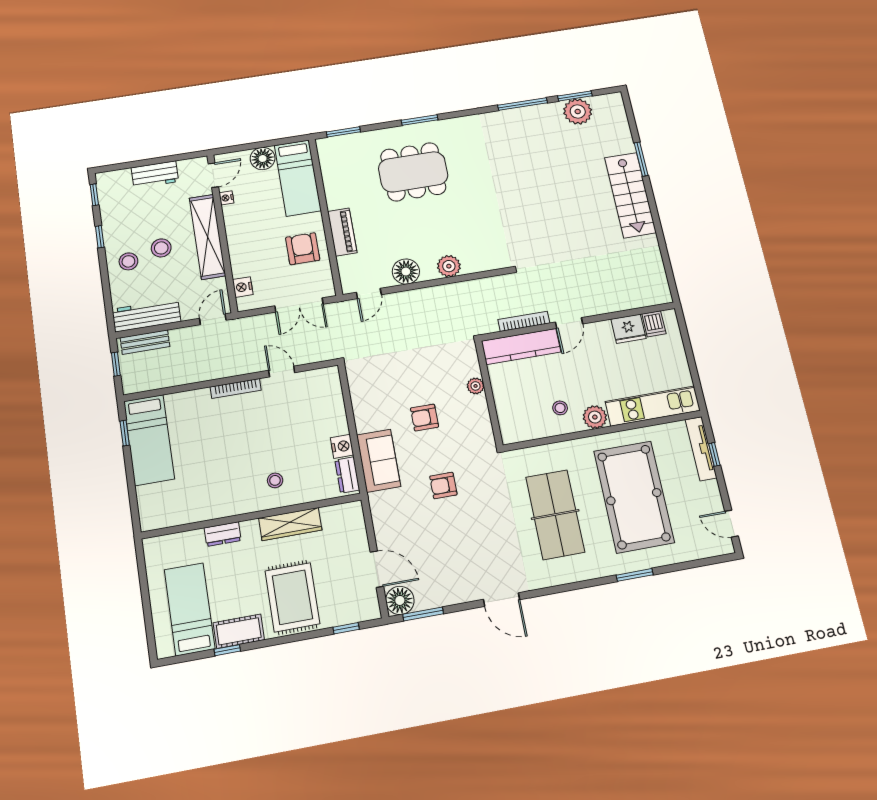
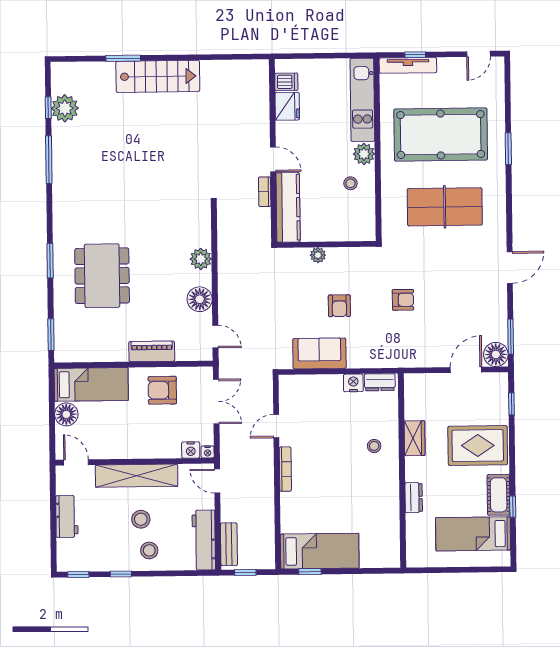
window: (575, 96) -> (48, 108), width x0.67
nightstand: (226, 198) -> (208, 452), moved
bookcase: (524, 321) -> (265, 192), width x0.64
sofa: (379, 461) -> (319, 353), moved
armchair: (443, 485) -> (403, 300), turned -90
wardrobe: (290, 524) -> (415, 438), width x0.67

